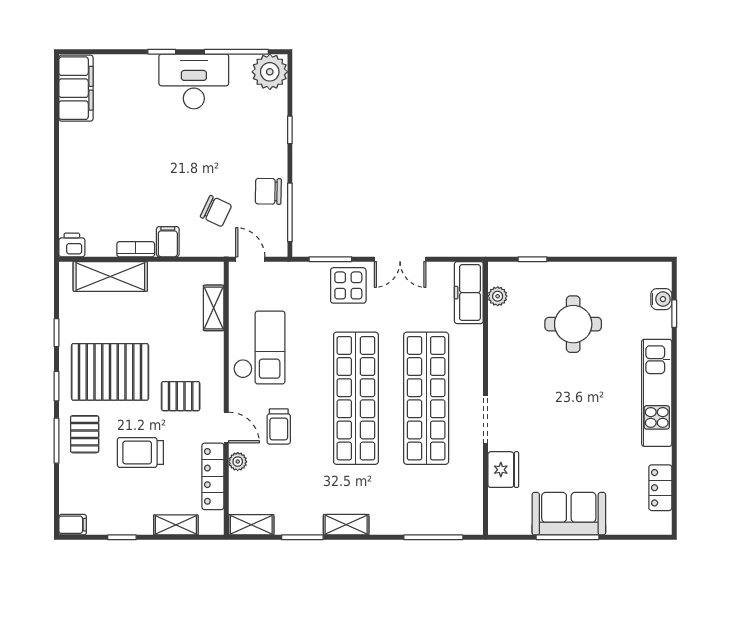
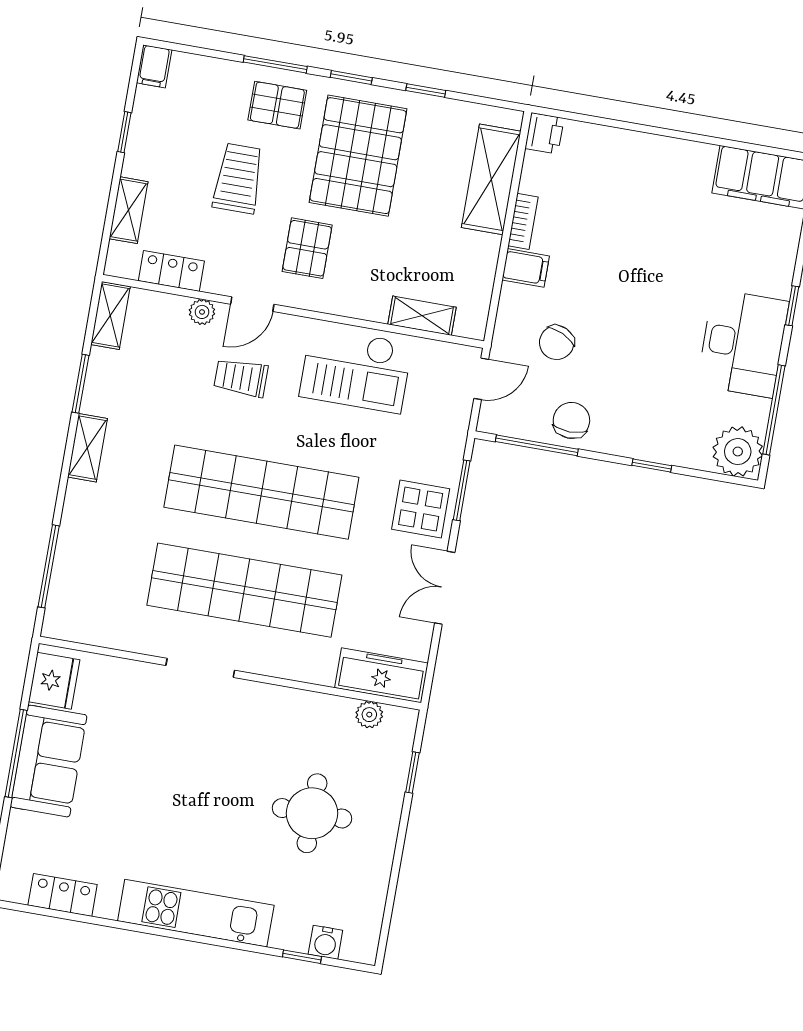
fridge: (503, 470) -> (54, 681), moved, turned -90
locker: (213, 476) -> (171, 271), width x0.66

